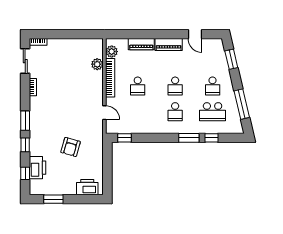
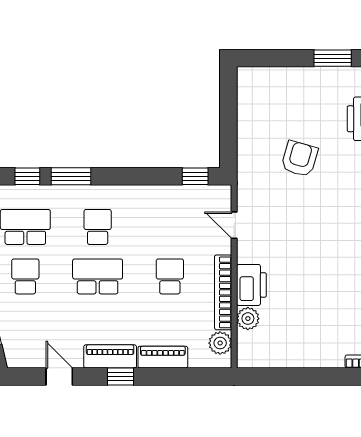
window: (163, 34) -> (121, 376), added
school desk: (175, 86) -> (98, 276), width x1.85
printer: (87, 187) -> (251, 285), moved, turned -90

